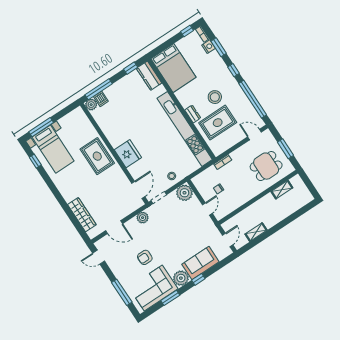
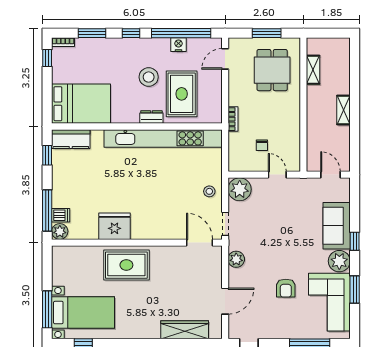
nightstand: (209, 47) -> (178, 45), moved
fridge: (128, 154) -> (114, 226), moved
shelving: (256, 232) -> (343, 110), moved

